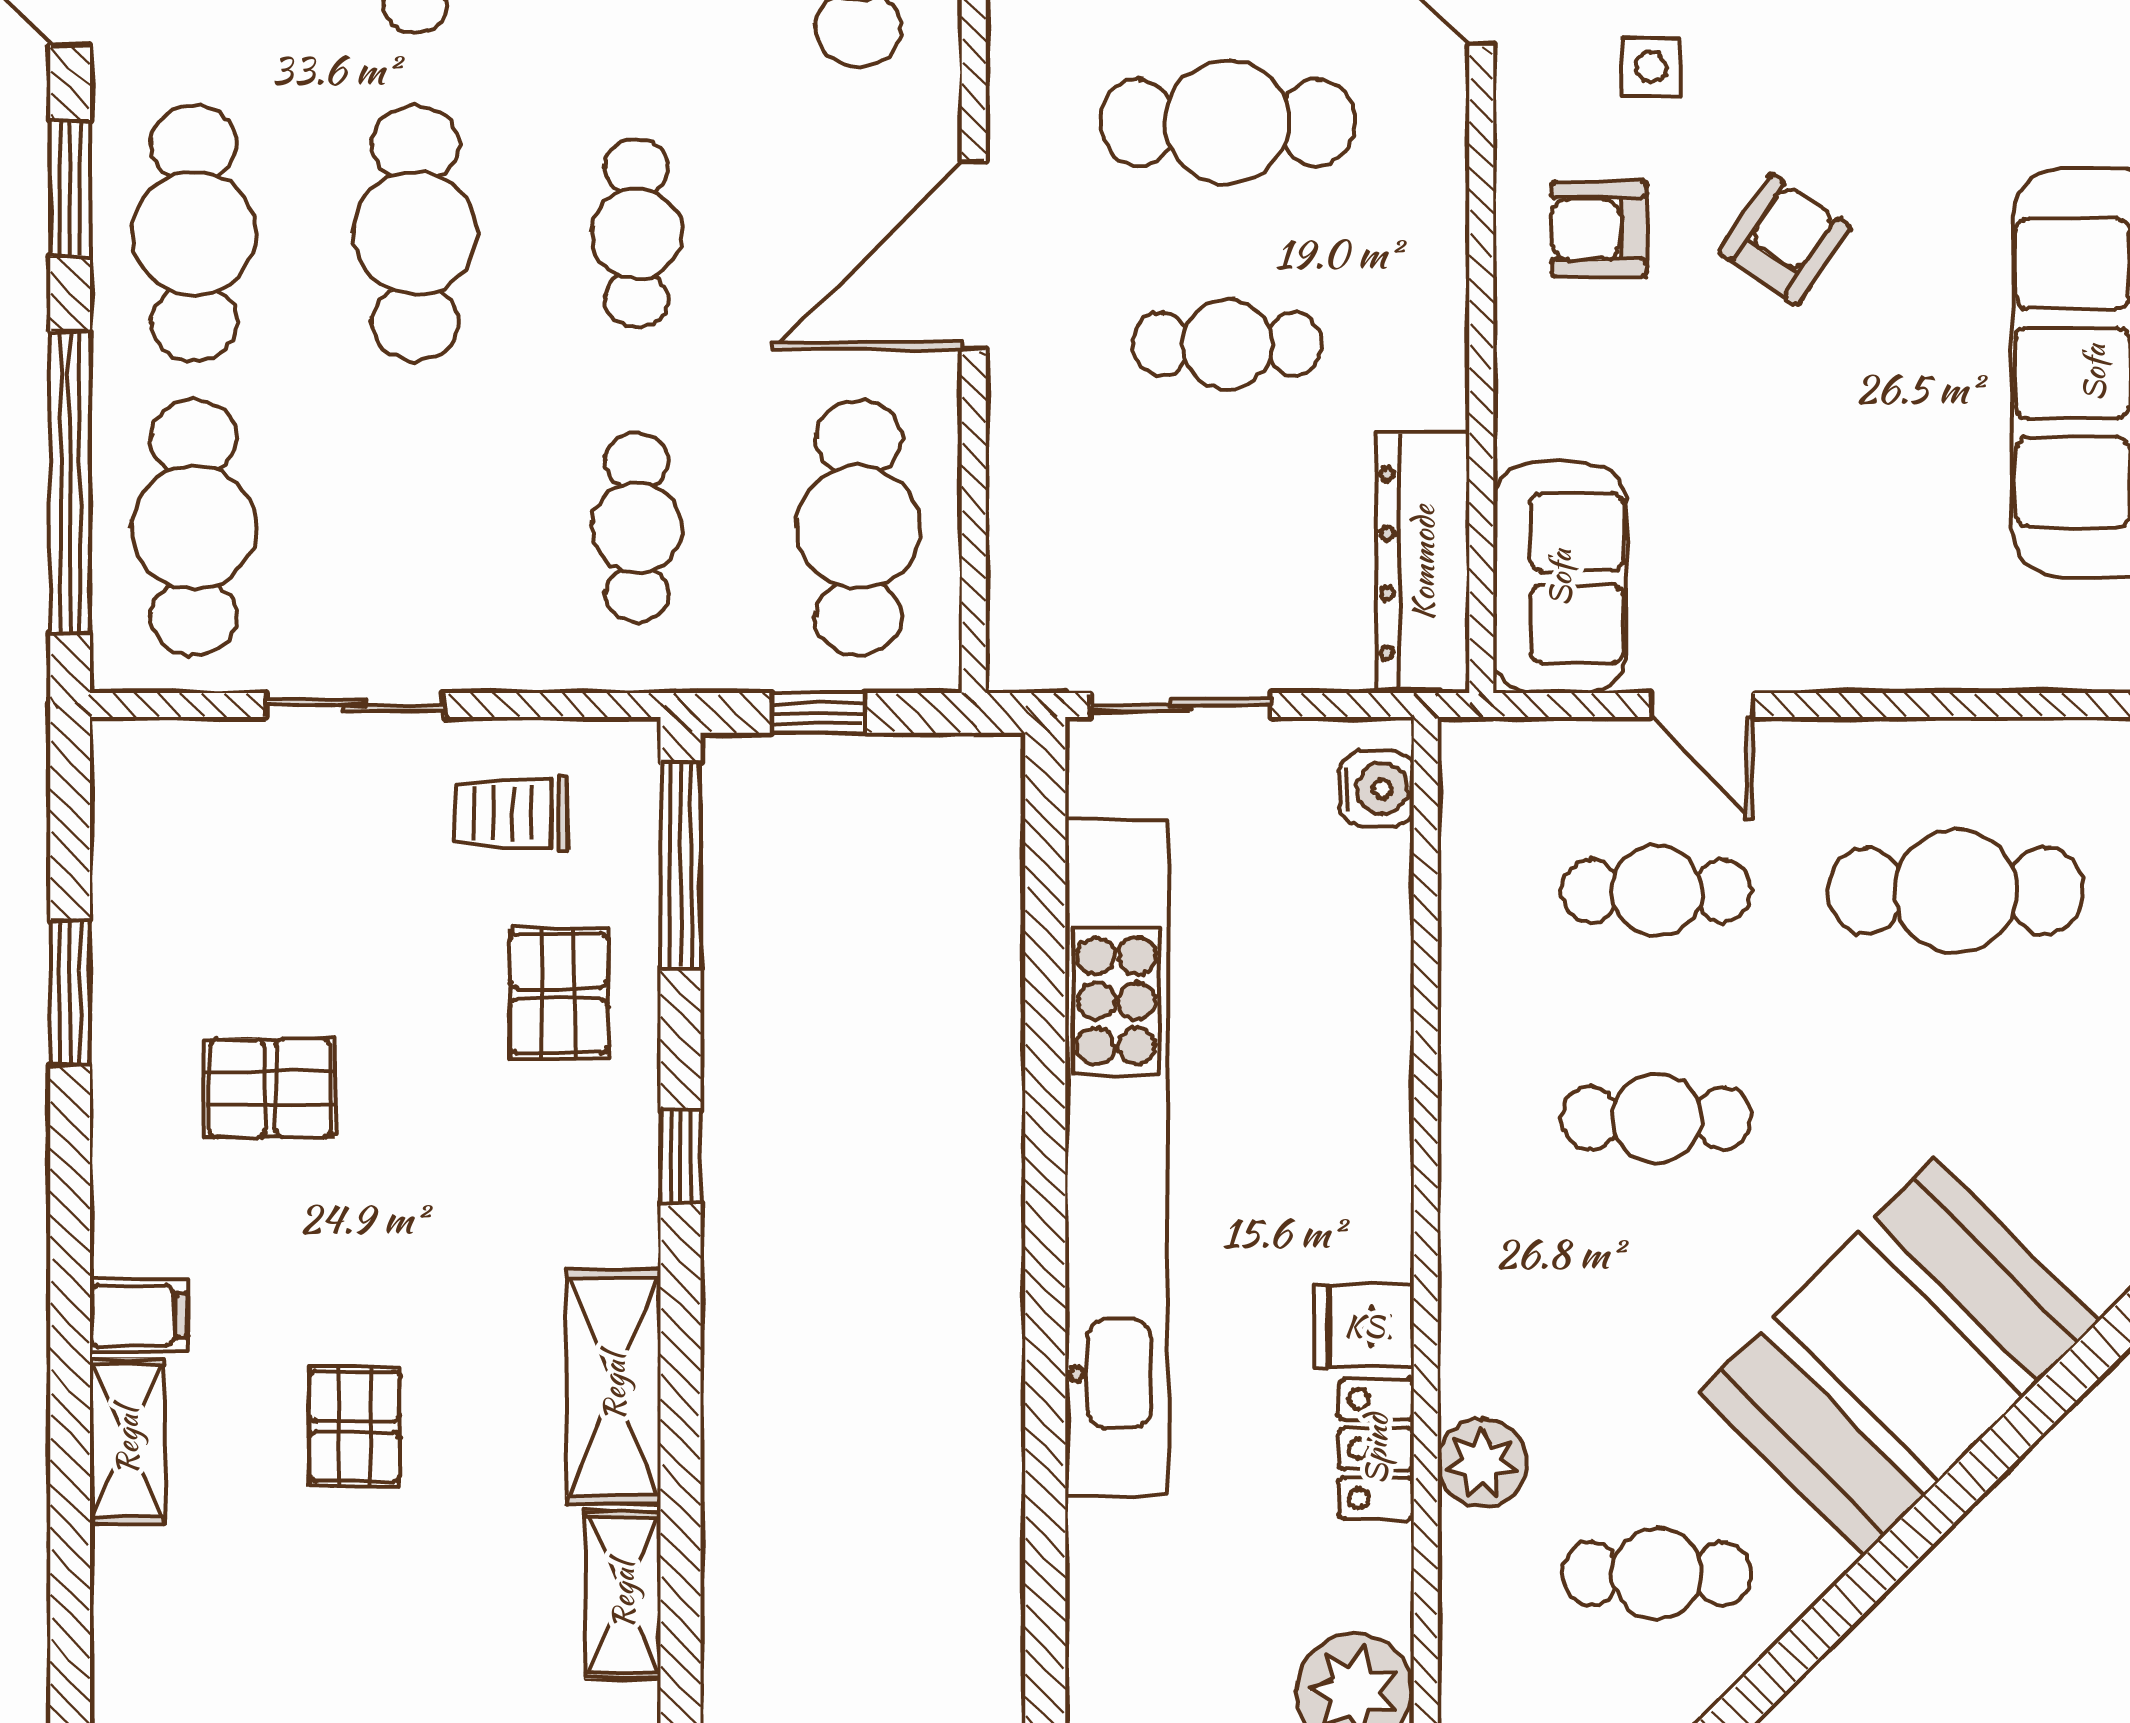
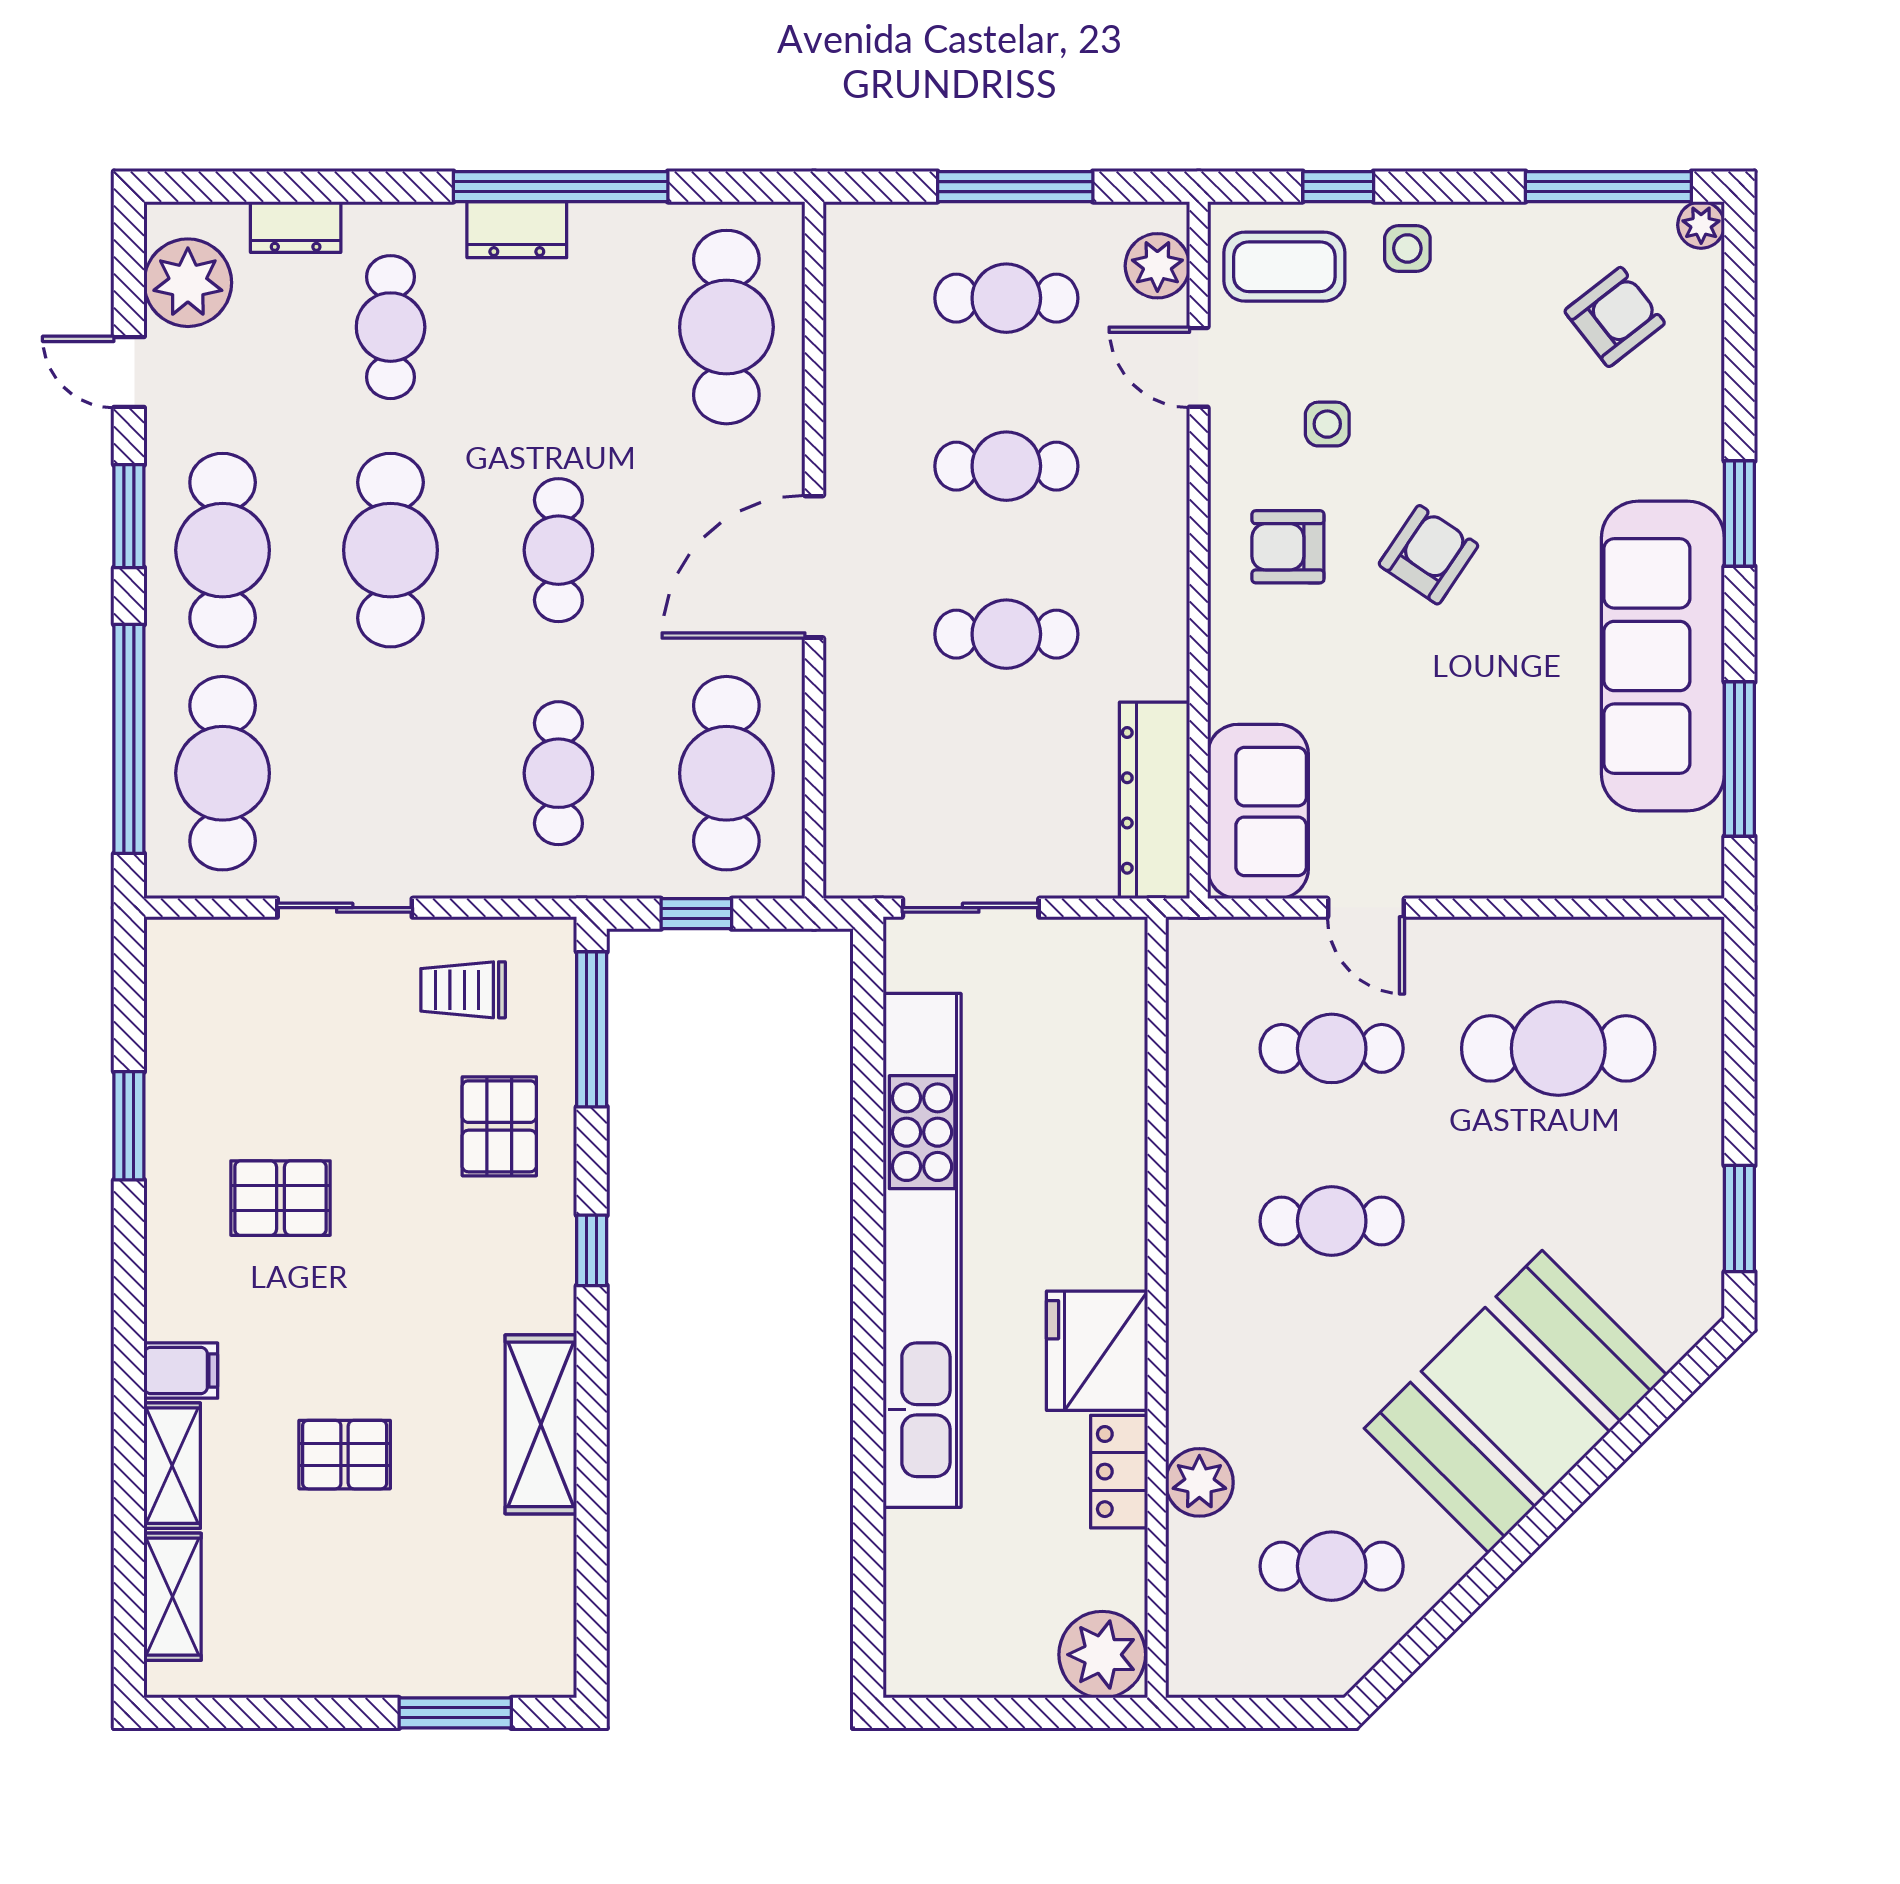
cafe table: (1228, 123) -> (1006, 466), width x0.73, depth x0.74
water cooler: (1376, 789) -> (1119, 971), removed
fridge: (1364, 1326) -> (1097, 1351), width x1.88, depth x1.34
pallet: (355, 1426) -> (345, 1455), turned 90
shelving: (623, 1595) -> (173, 1597), moved

